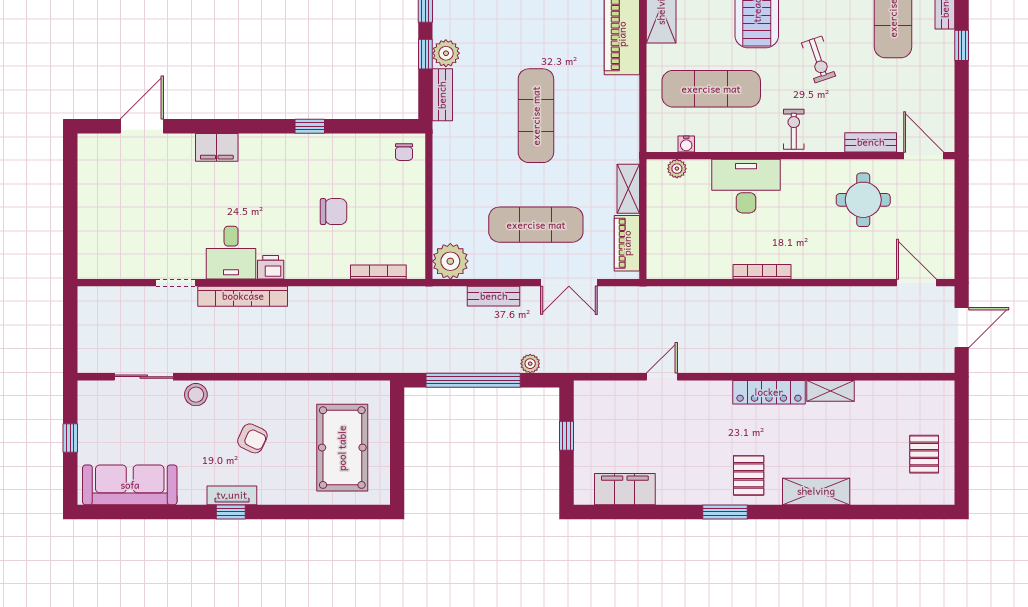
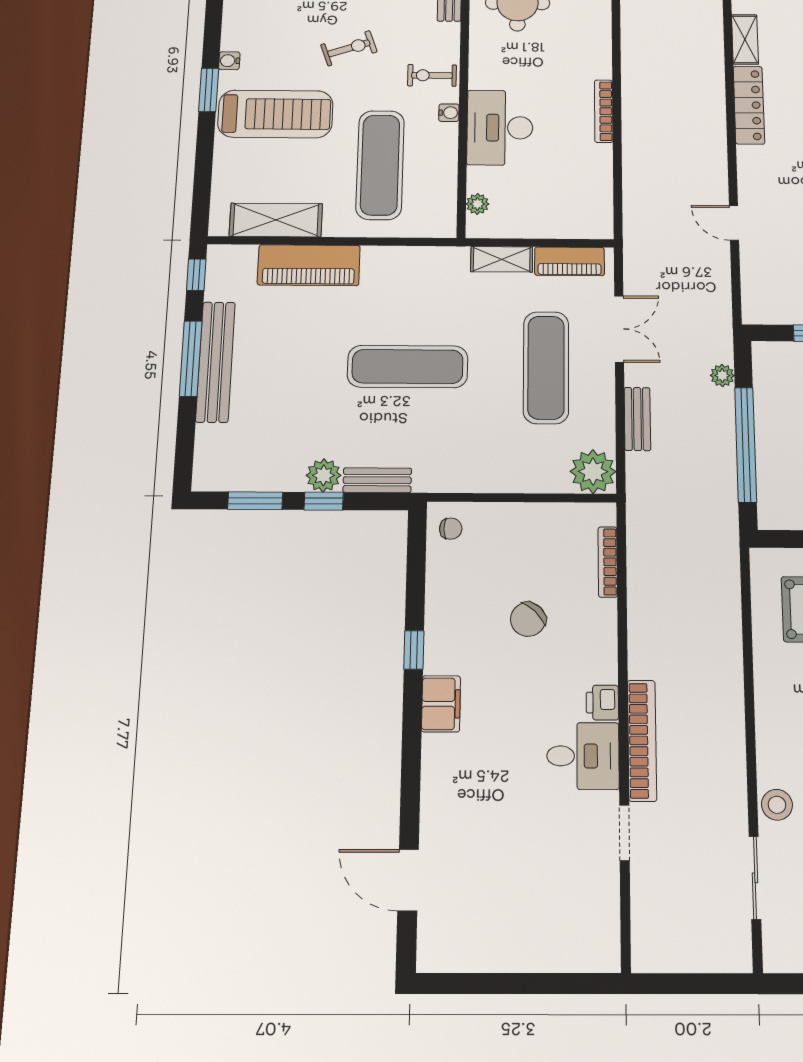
water cooler: (686, 144) -> (449, 113), moved
filing cabinet: (217, 147) -> (441, 704), moved
chair: (334, 212) -> (528, 619), turned -136

